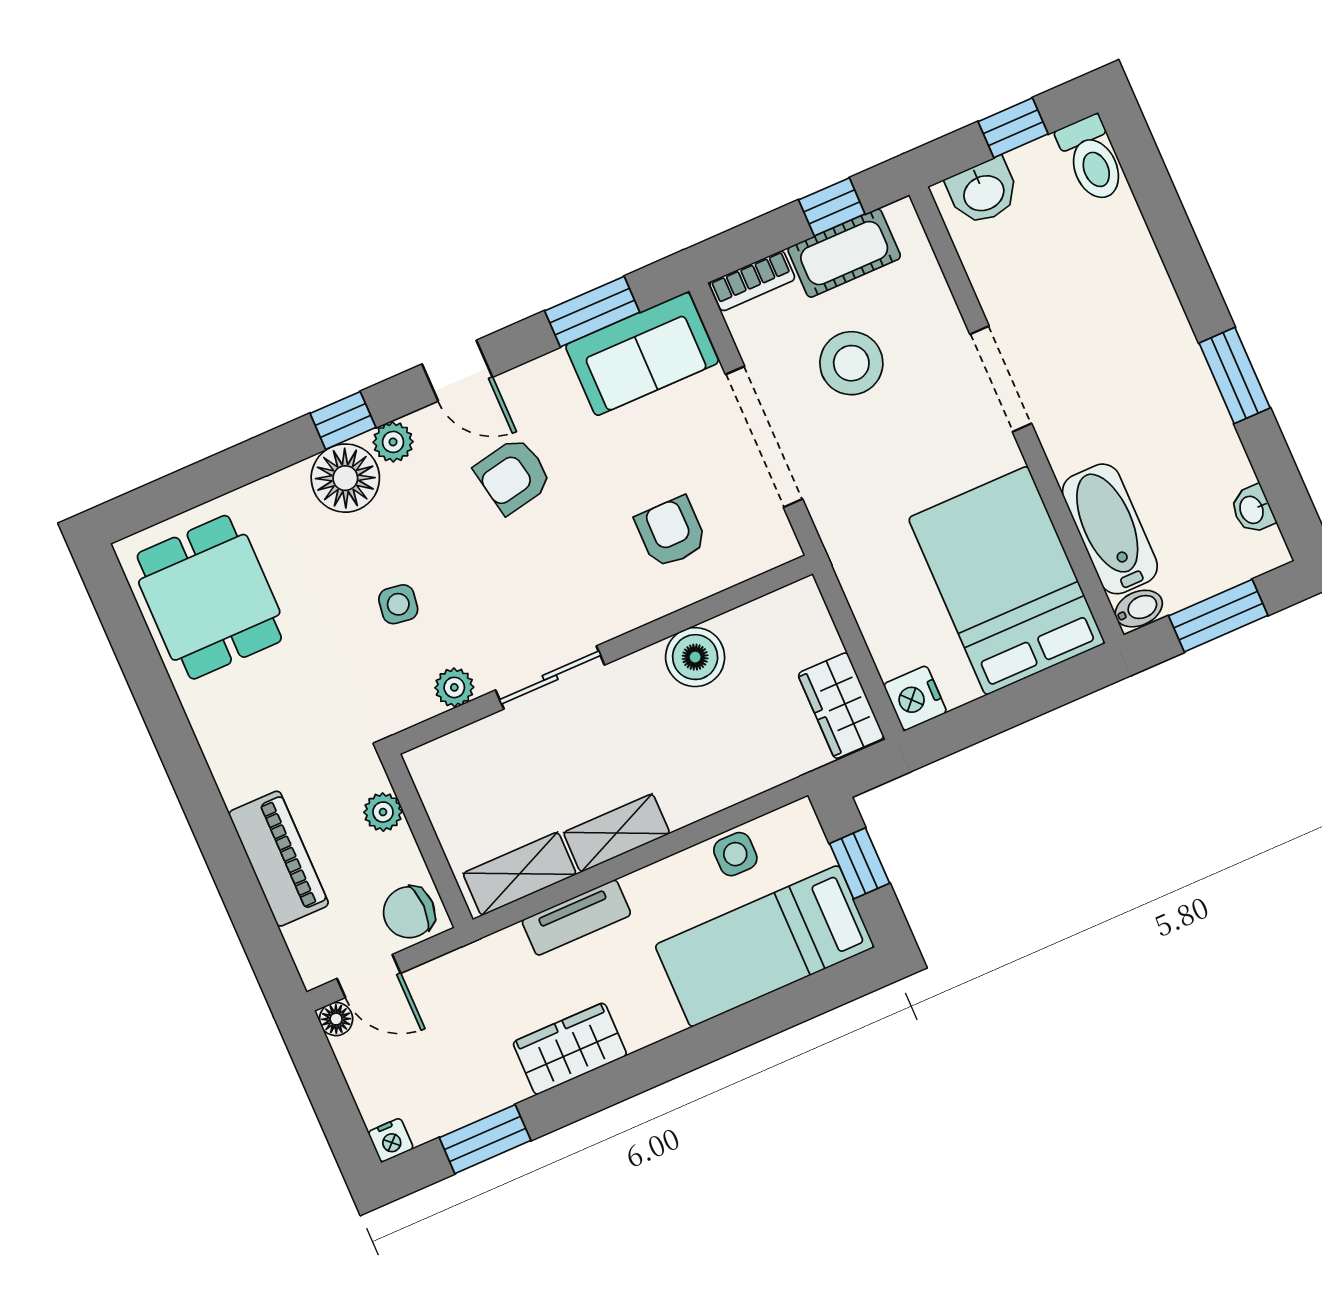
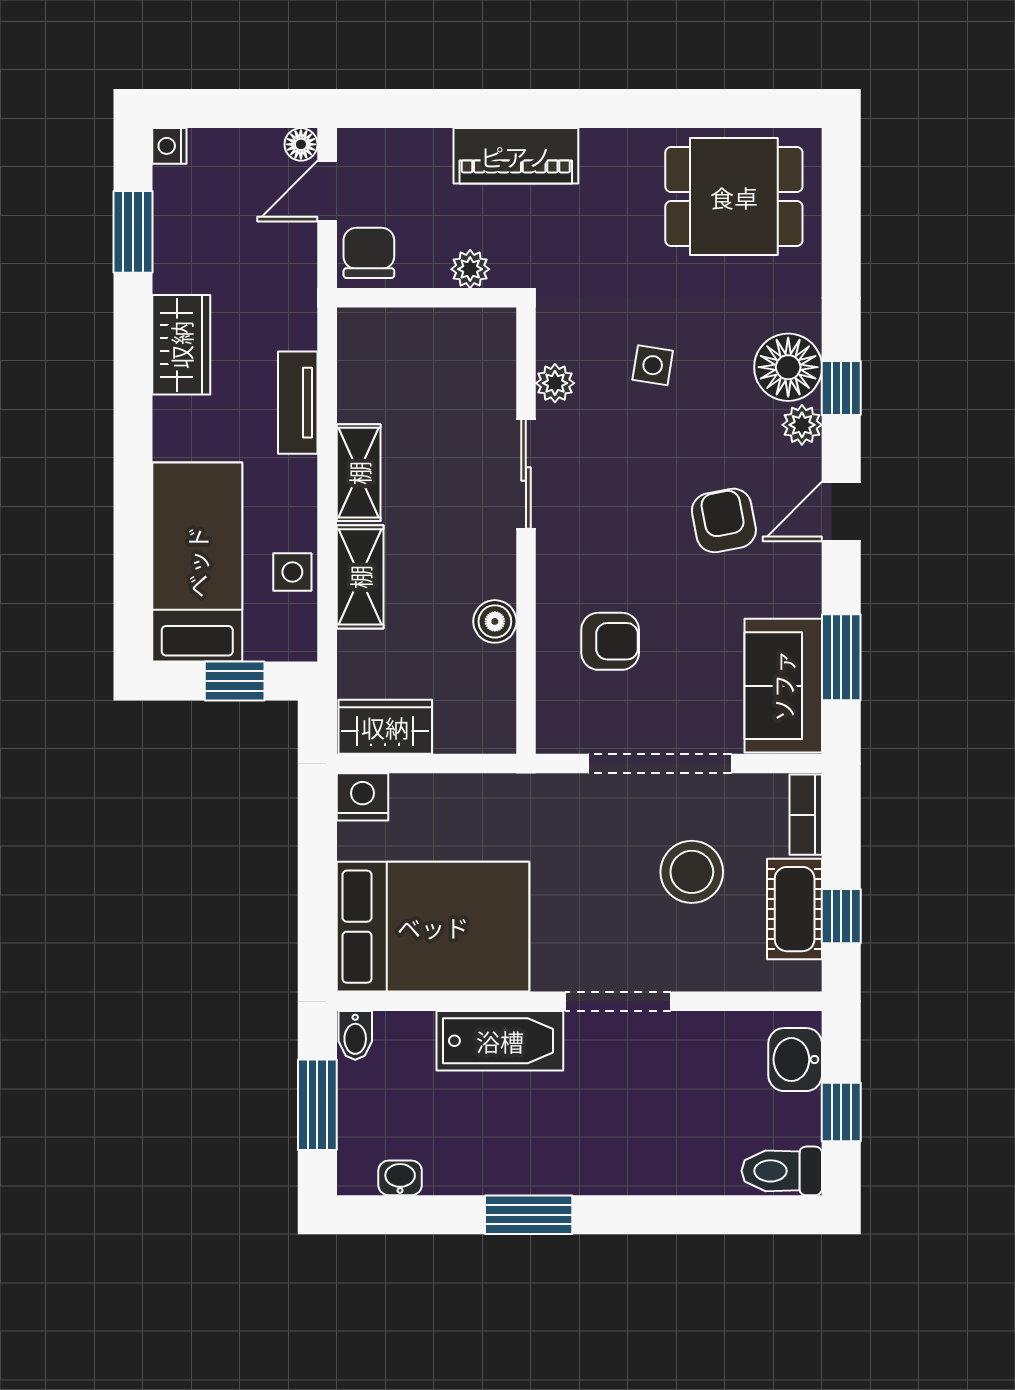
bathtub: (1110, 529) -> (500, 1041), moved
boiler: (695, 657) -> (495, 621), width x0.73, depth x0.73
piano: (279, 859) -> (516, 156), moved
shelving: (520, 874) -> (360, 577), moved

